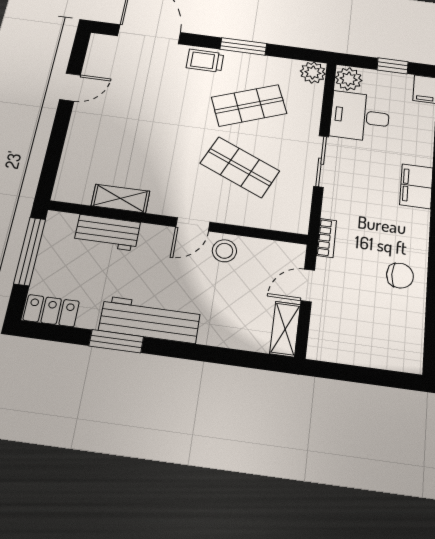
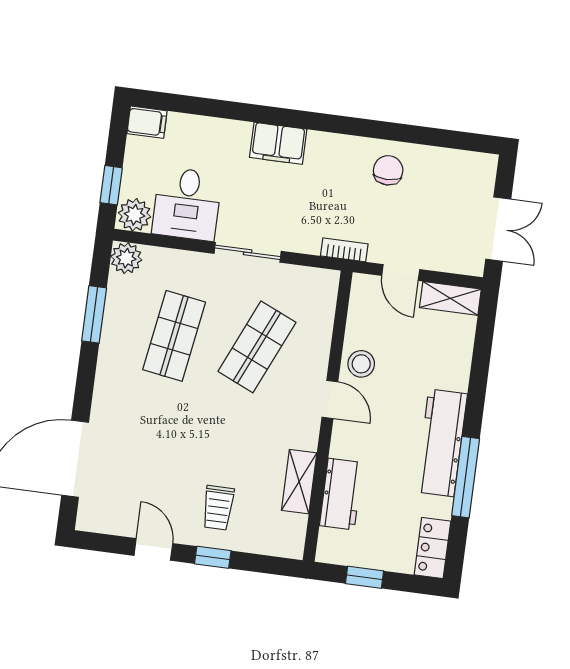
window: (243, 46) -> (94, 314), moved
trolley: (205, 61) -> (218, 508), moved
window: (393, 66) -> (111, 185), moved
shop shelf: (249, 105) -> (174, 336), turned 30
window: (59, 131) -> (213, 557), added
window: (30, 251) -> (365, 577), width x0.46
window: (116, 341) -> (466, 477), width x1.44
double door: (352, 373) -> (498, 229), added

